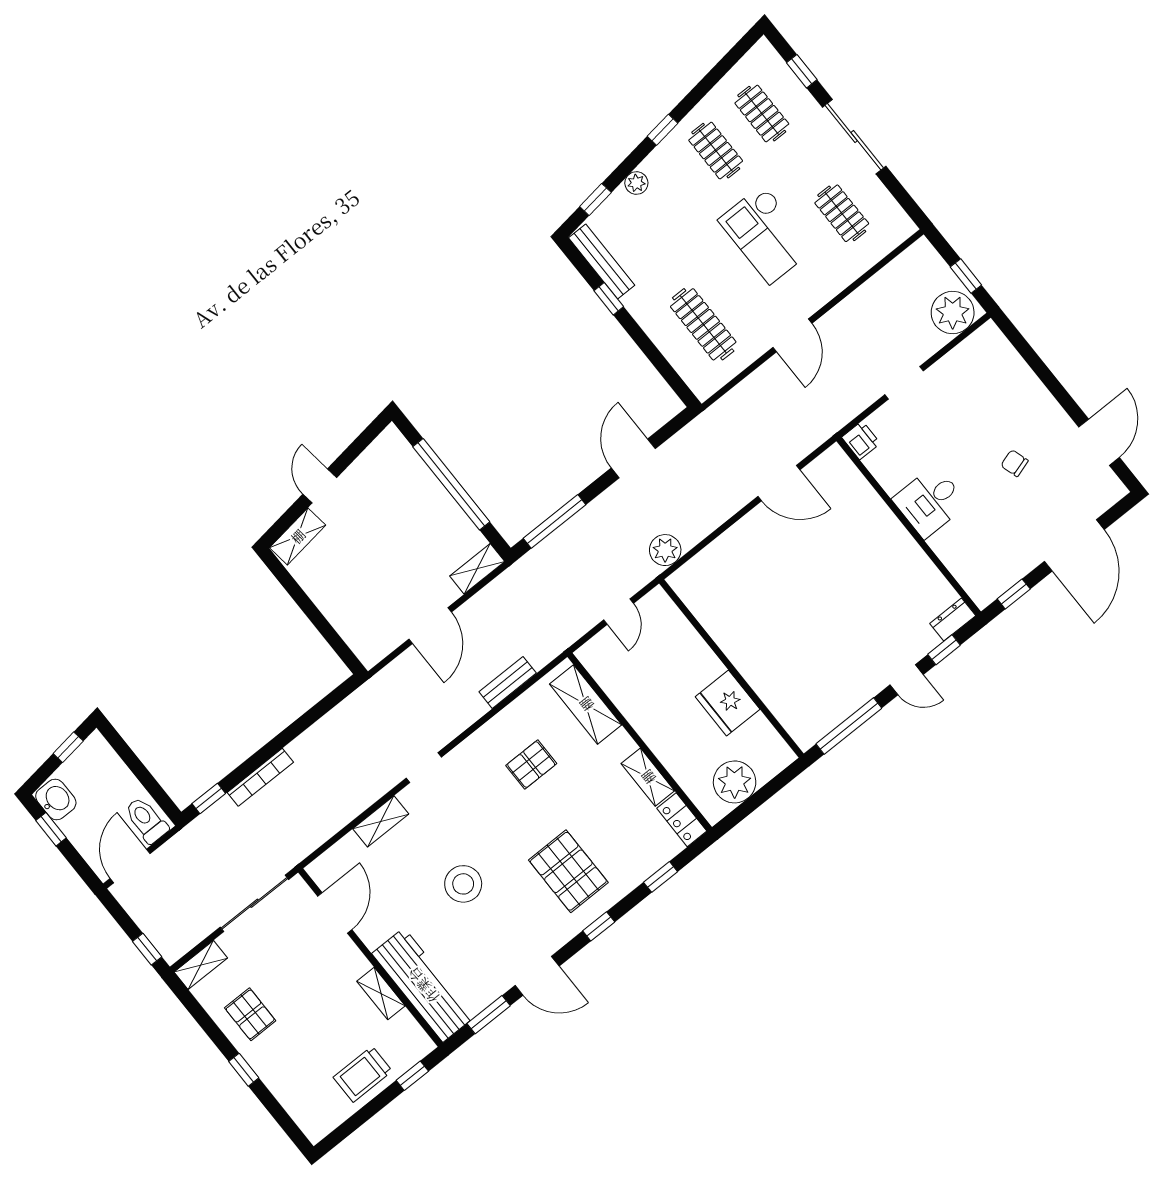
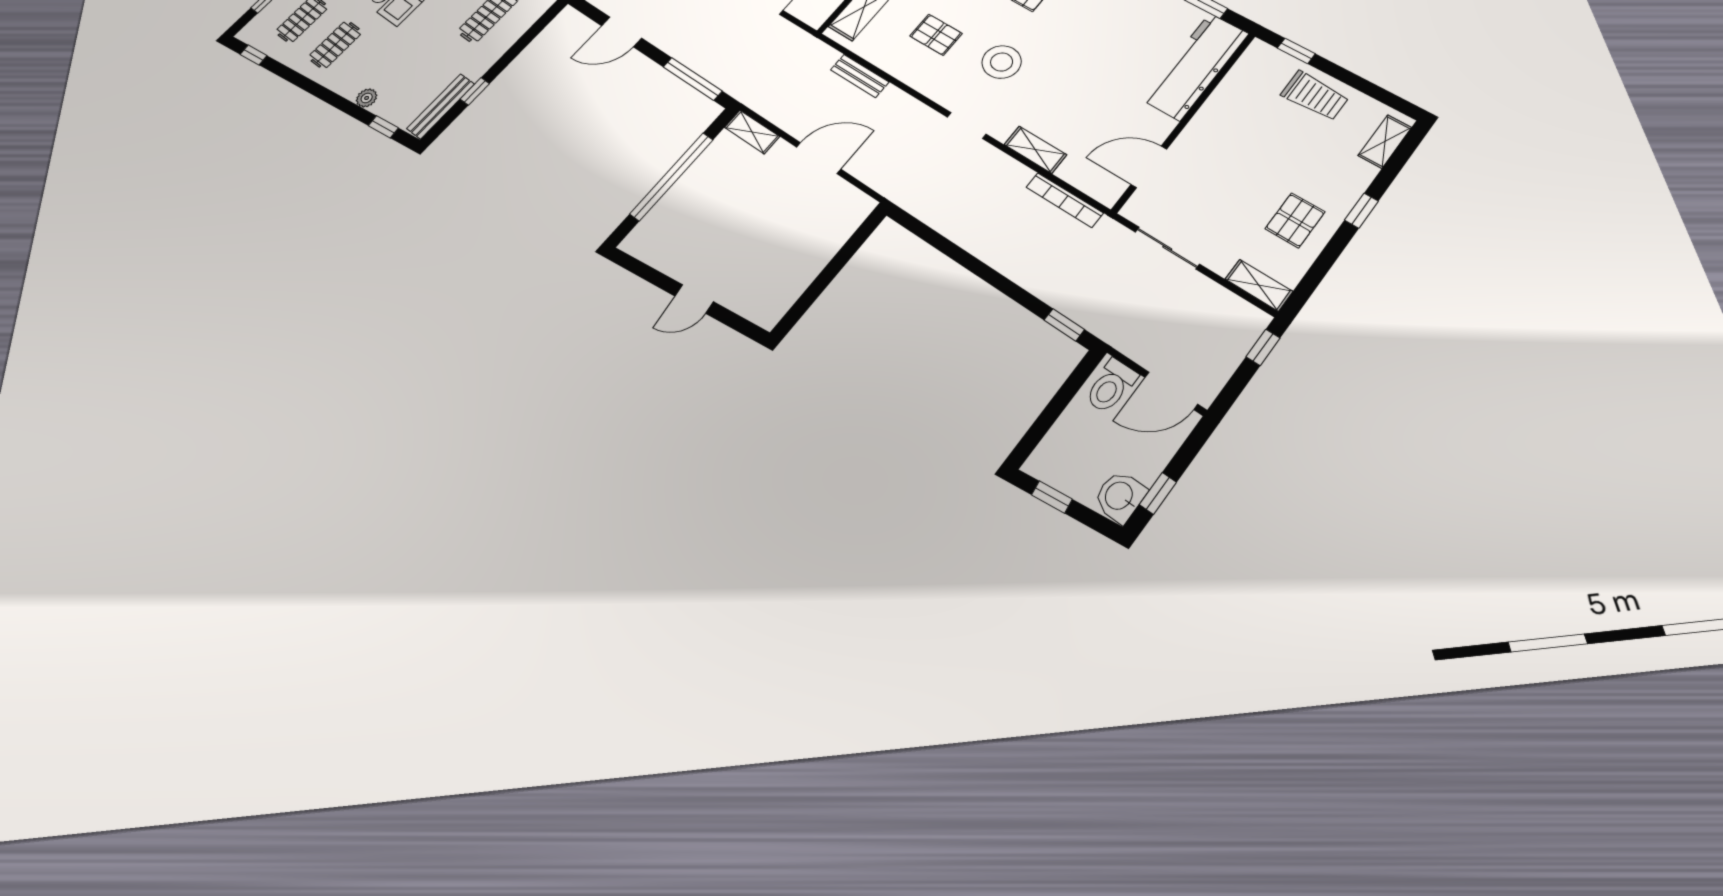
window: (662, 130) -> (254, 55), moved
shelving: (298, 536) -> (752, 307), removed
bookcase: (260, 777) -> (1064, 200), moved, turned 180
stool: (463, 884) -> (1002, 62), moved
sliding door: (254, 903) -> (1167, 248), width x0.73
shelving: (381, 994) -> (1385, 142), moved

